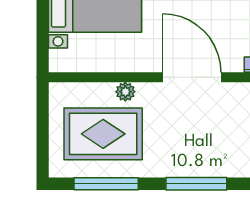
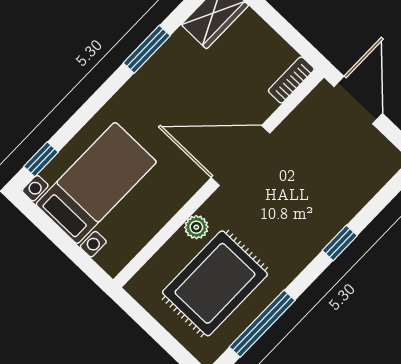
window: (196, 184) -> (340, 243), width x0.46

